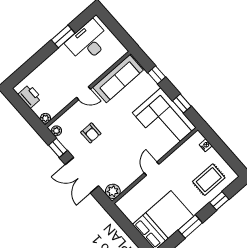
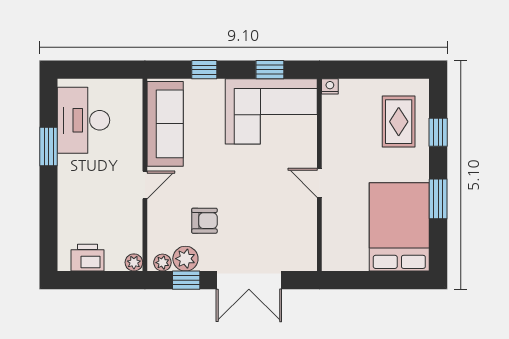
nightstand: (206, 145) -> (330, 86), moved
plant: (113, 191) -> (185, 259), moved

